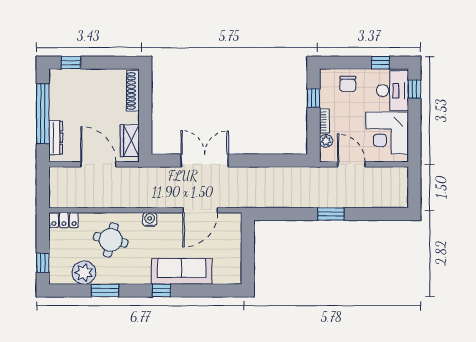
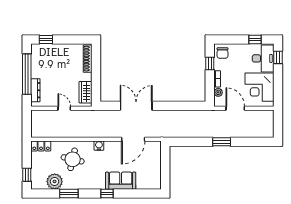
chair: (348, 84) -> (222, 53), moved
door: (98, 164) -> (64, 108), width x0.53
sofa: (182, 271) -> (121, 181), width x0.73

